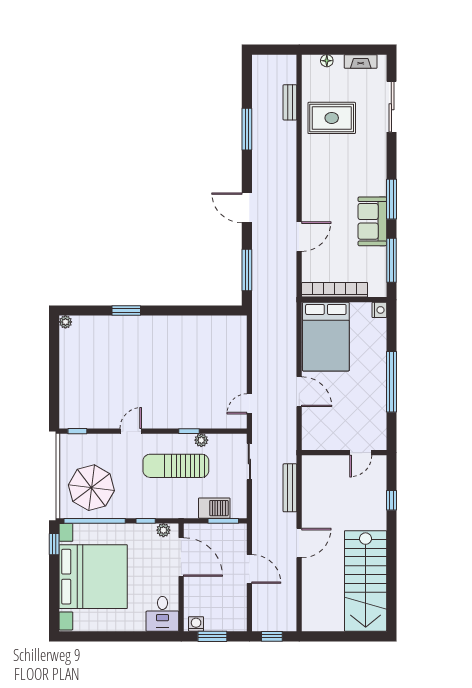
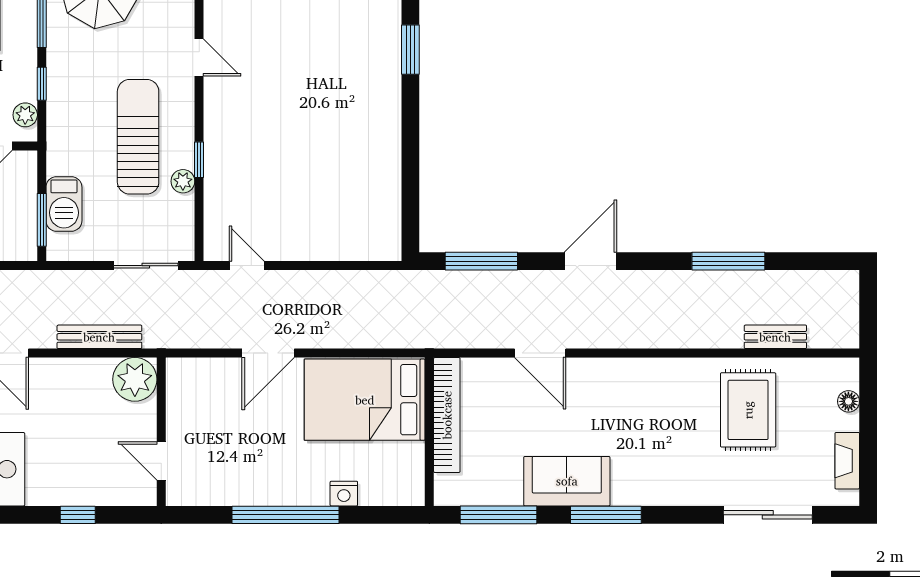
nightstand: (379, 310) -> (344, 494), moved
plant: (314, 468) -> (135, 379), added

